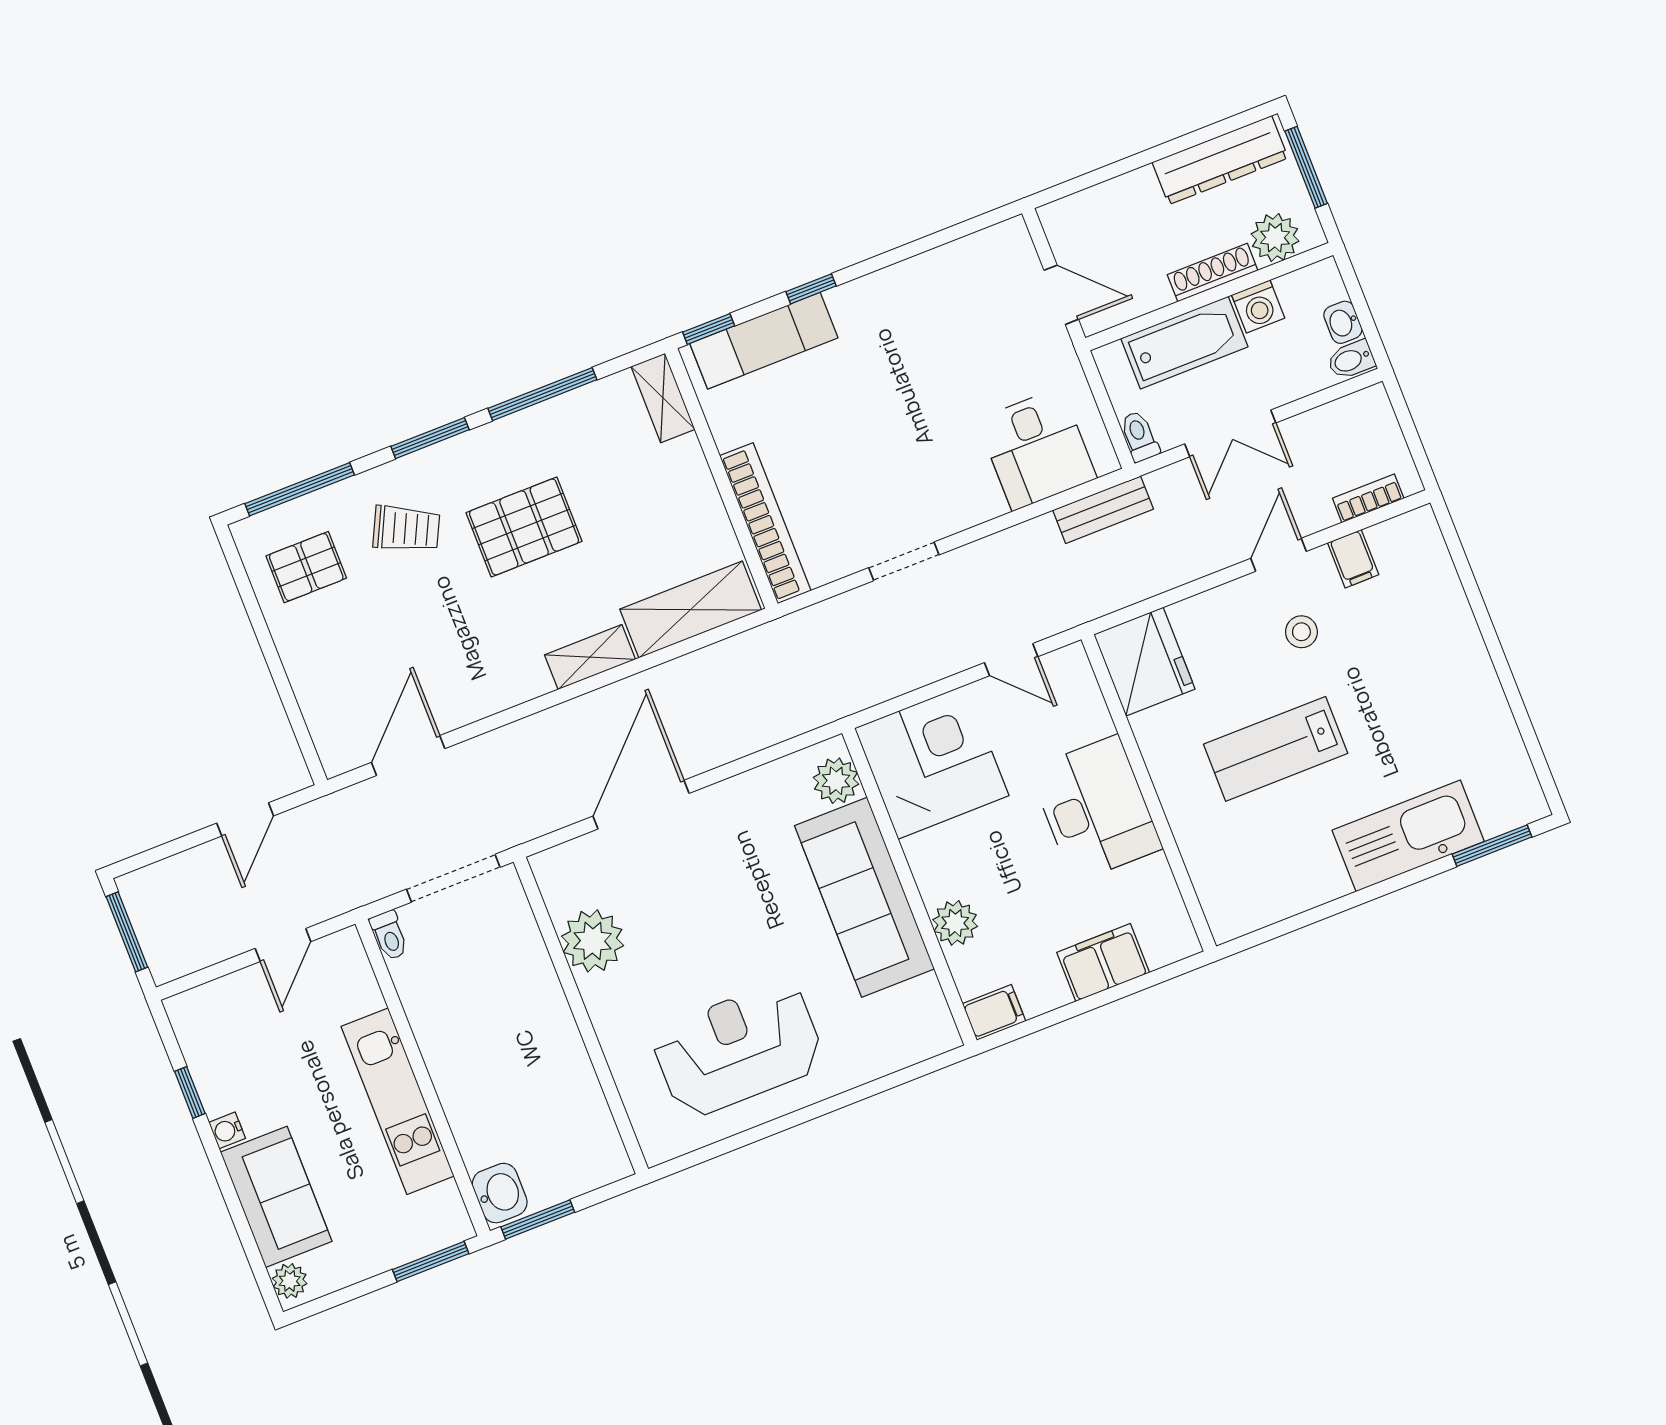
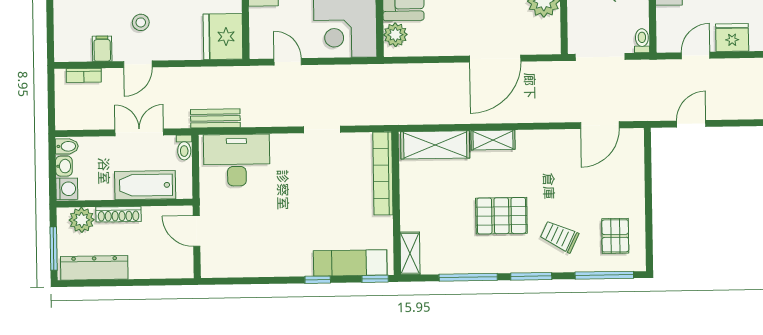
washing machine: (1258, 306) -> (67, 189), moved, turned 90
desk: (1037, 449) -> (237, 160), width x1.37
pallet: (306, 567) -> (615, 236), turned 90
fridge: (229, 1002) -> (732, 38), added

